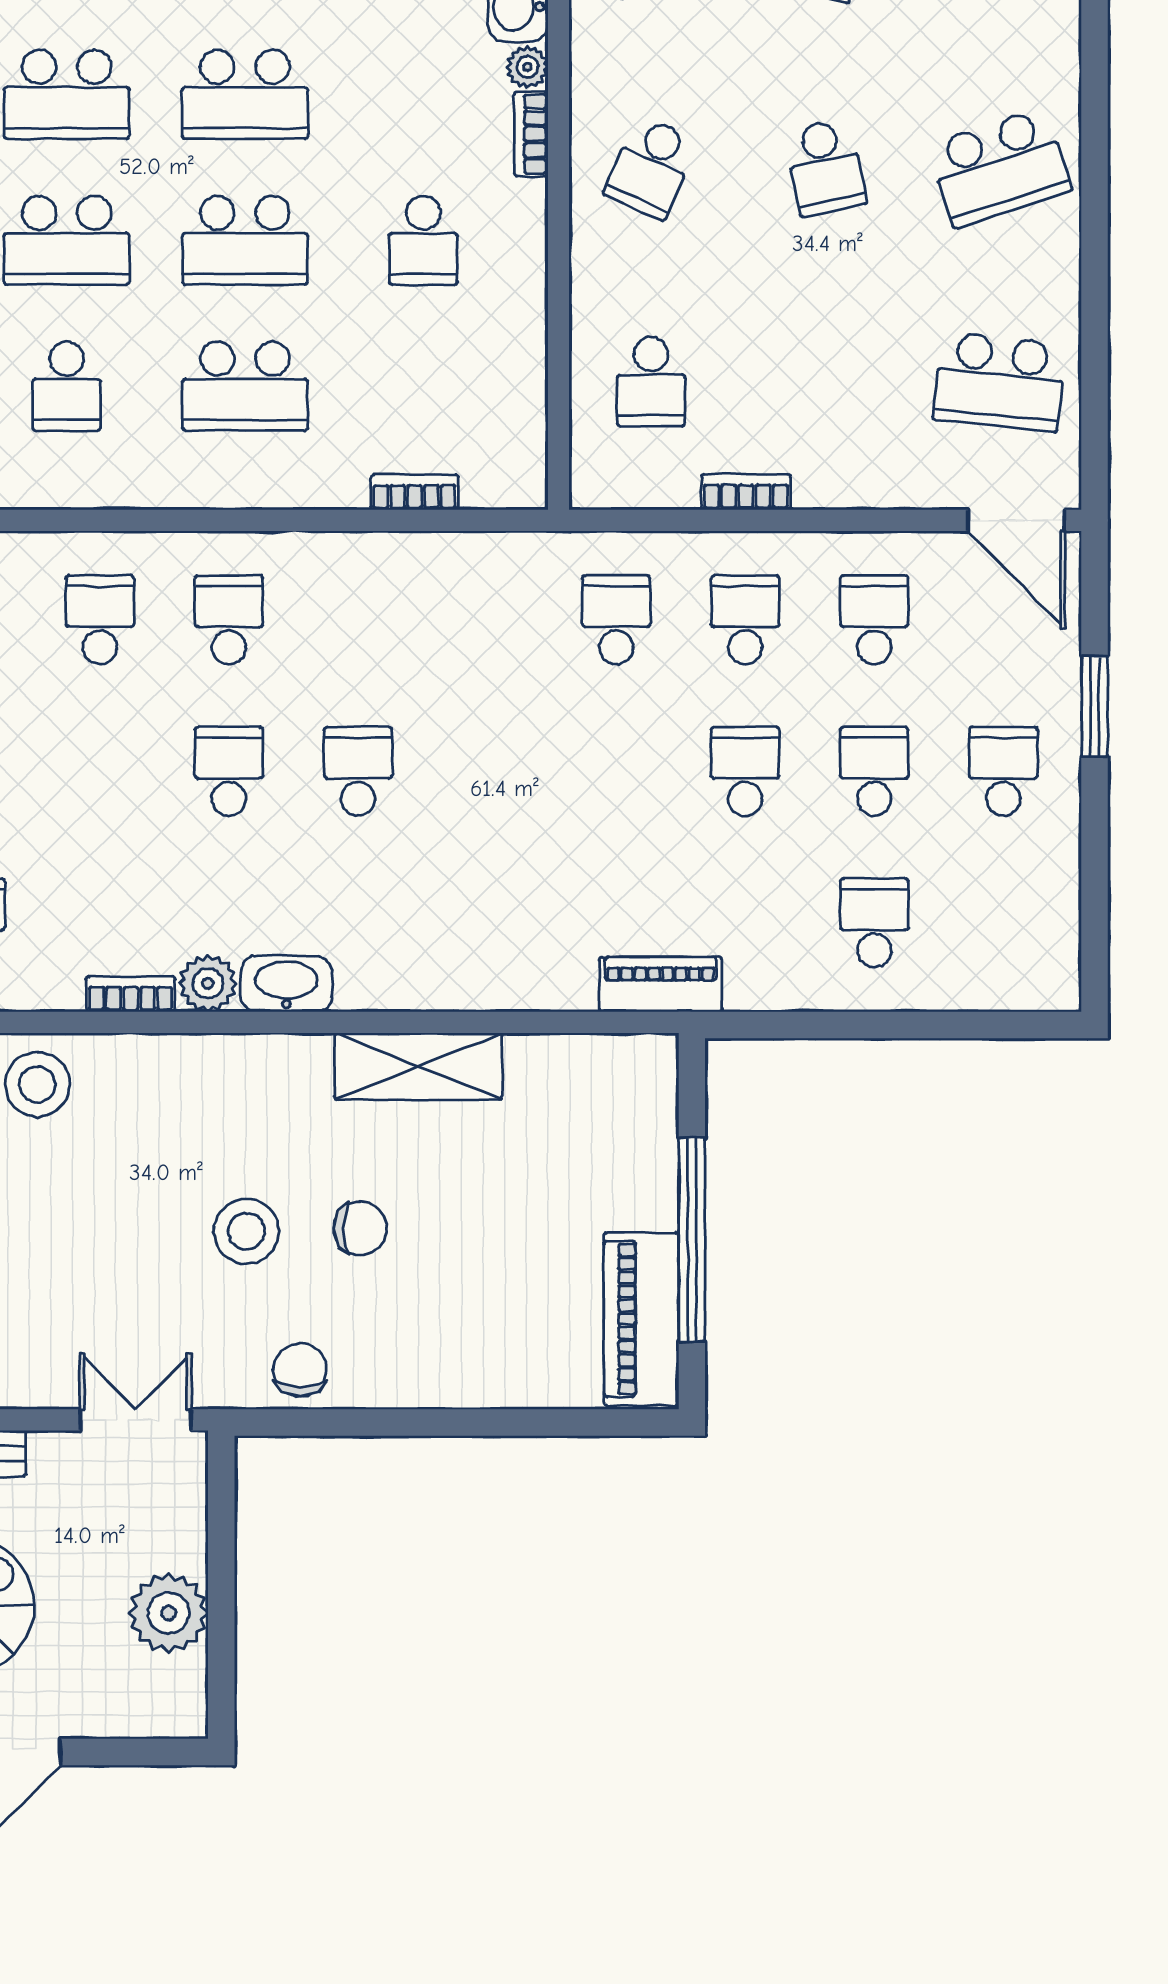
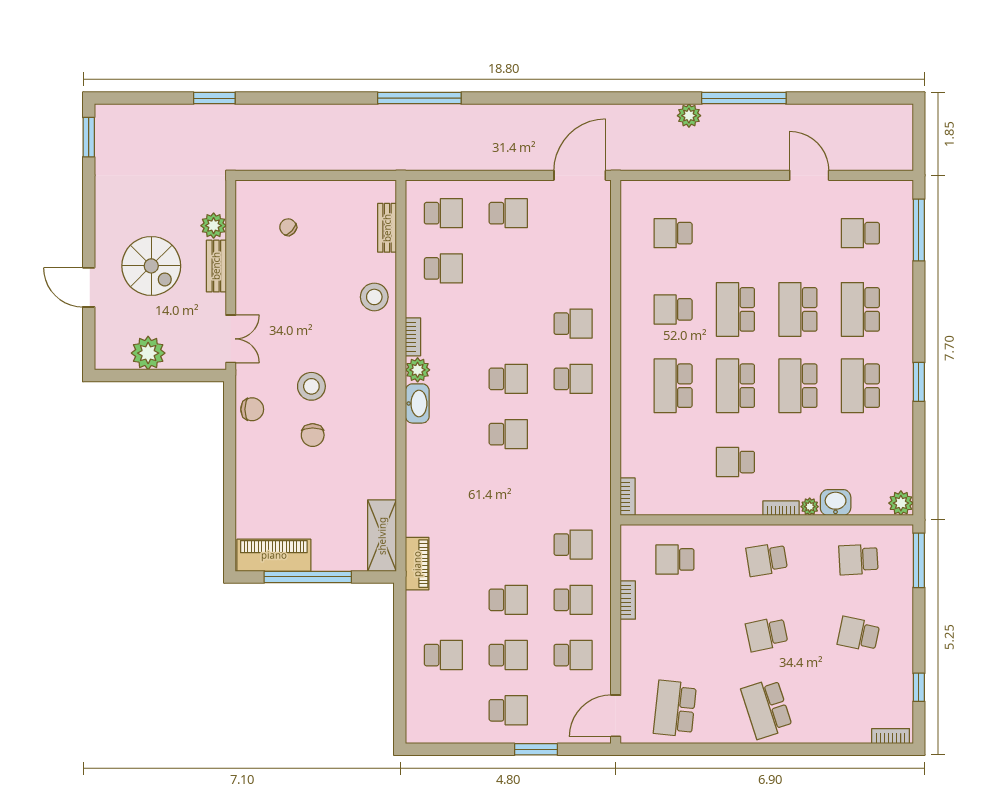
school desk: (651, 167) -> (767, 559), turned -33
bookcase: (415, 492) -> (628, 497), moved
shelving: (418, 1066) -> (382, 536), moved

